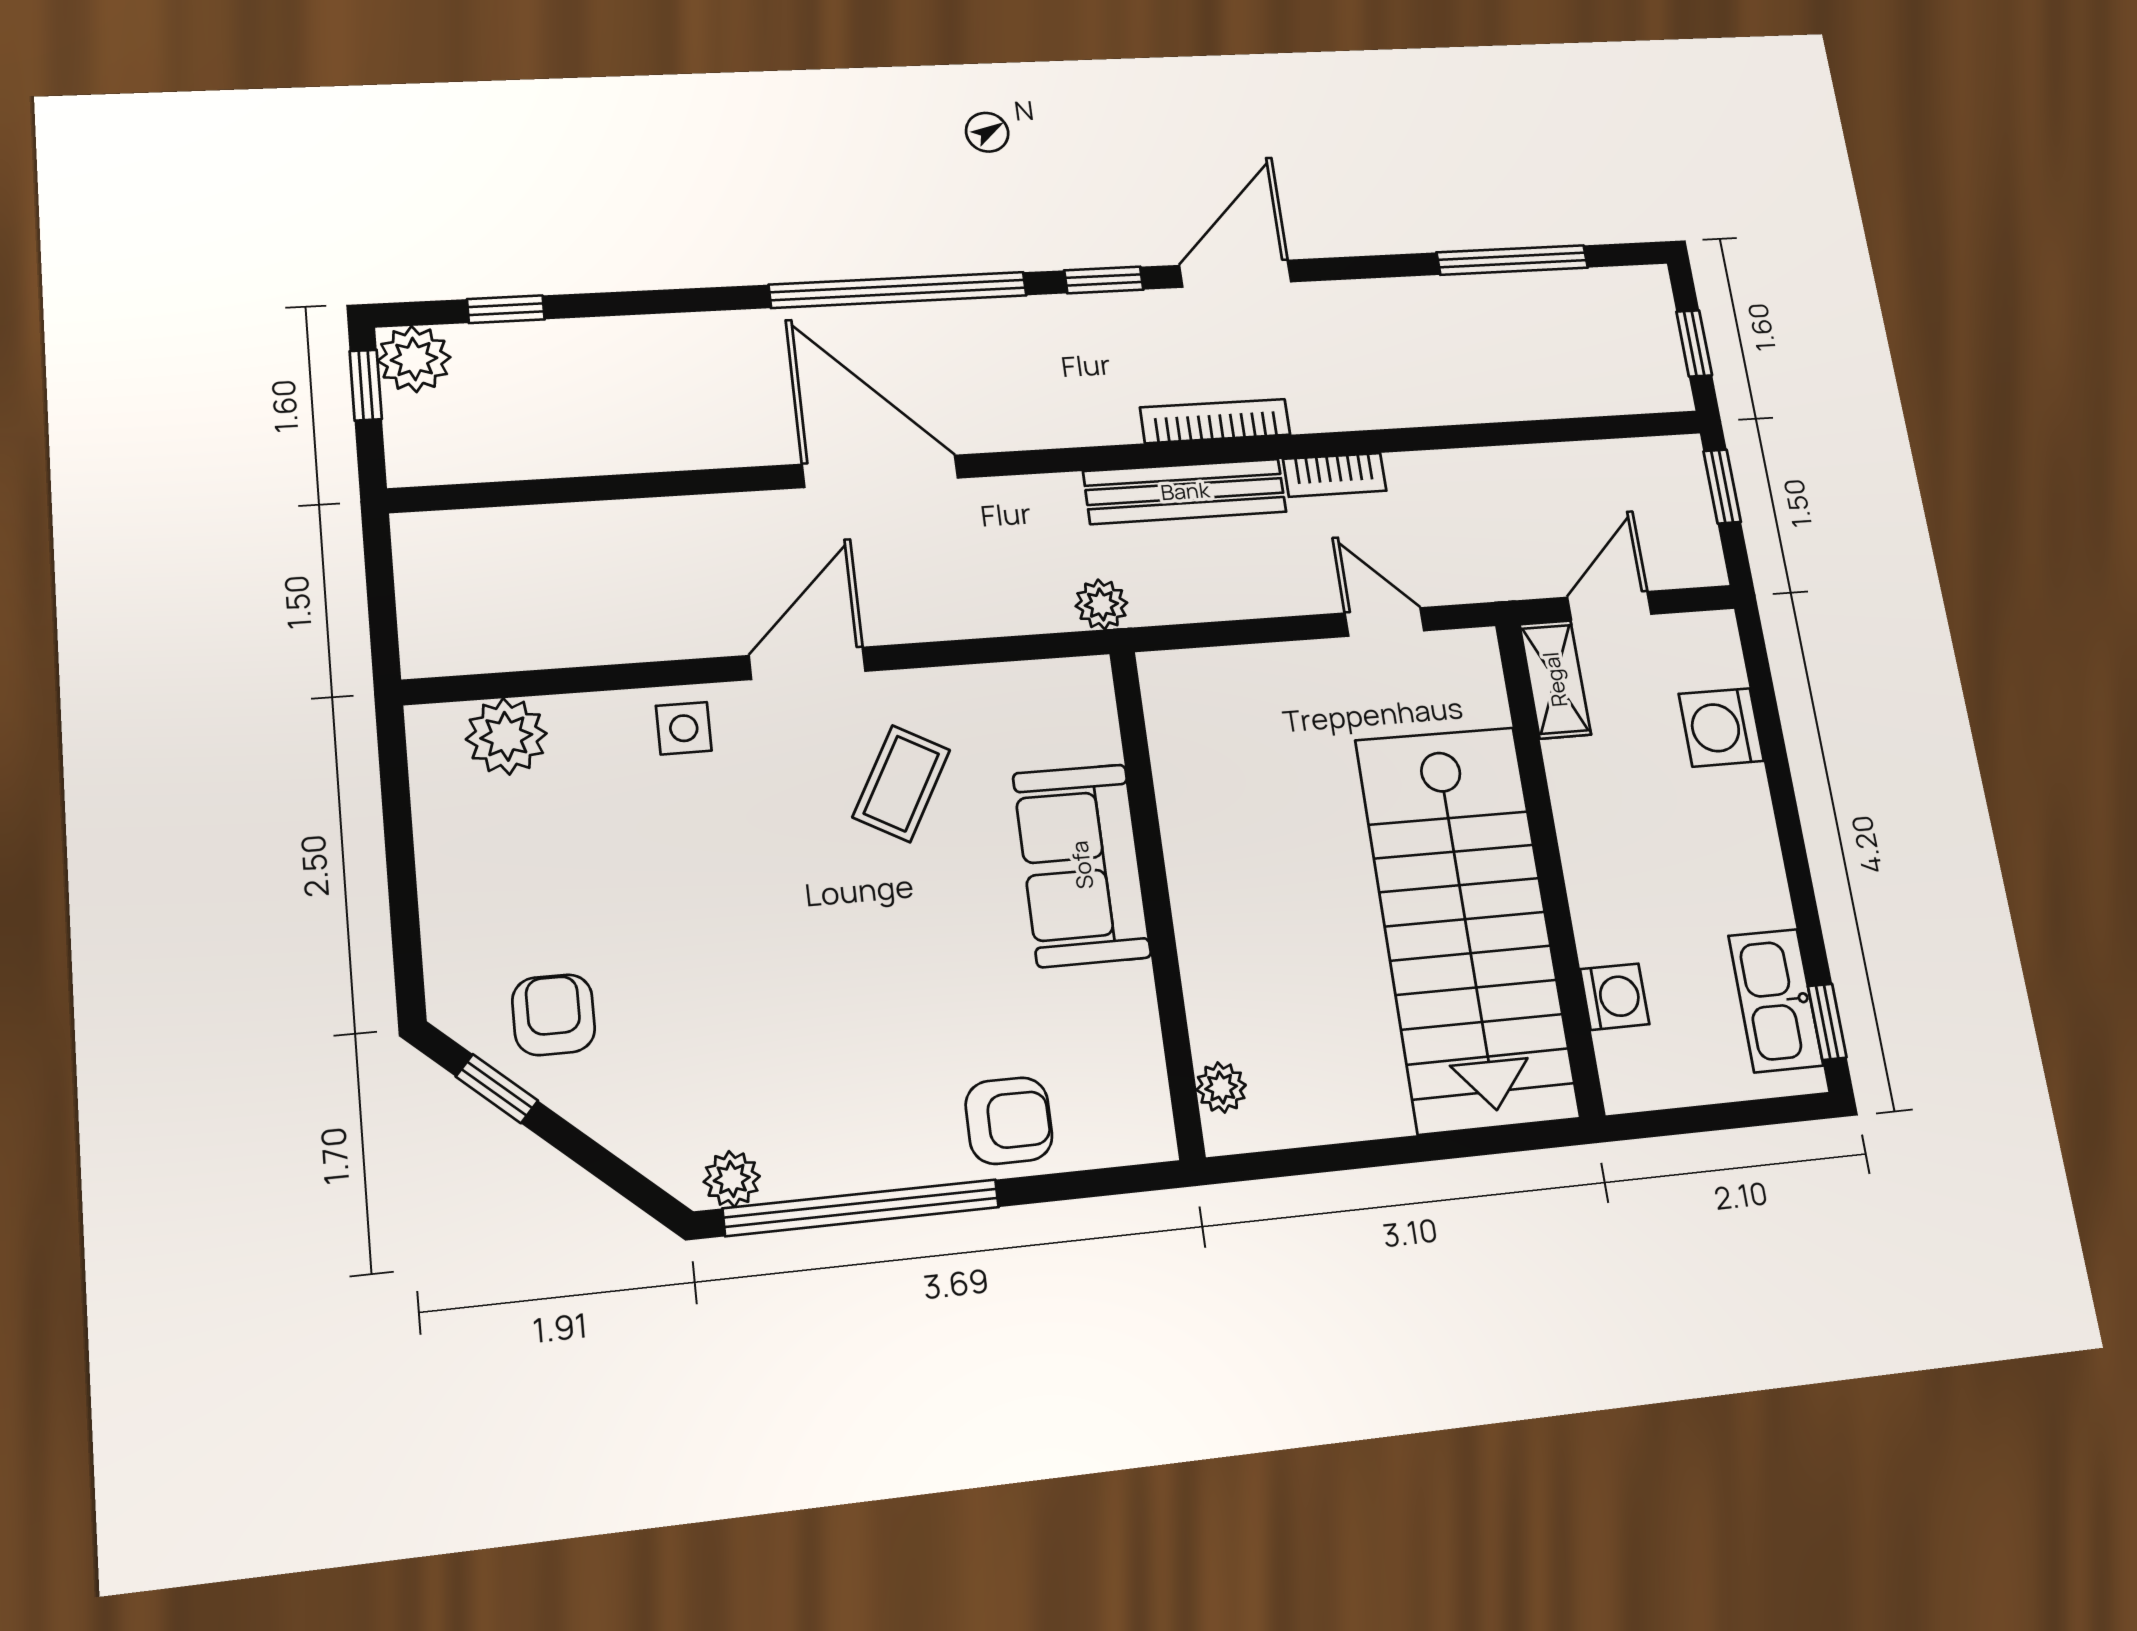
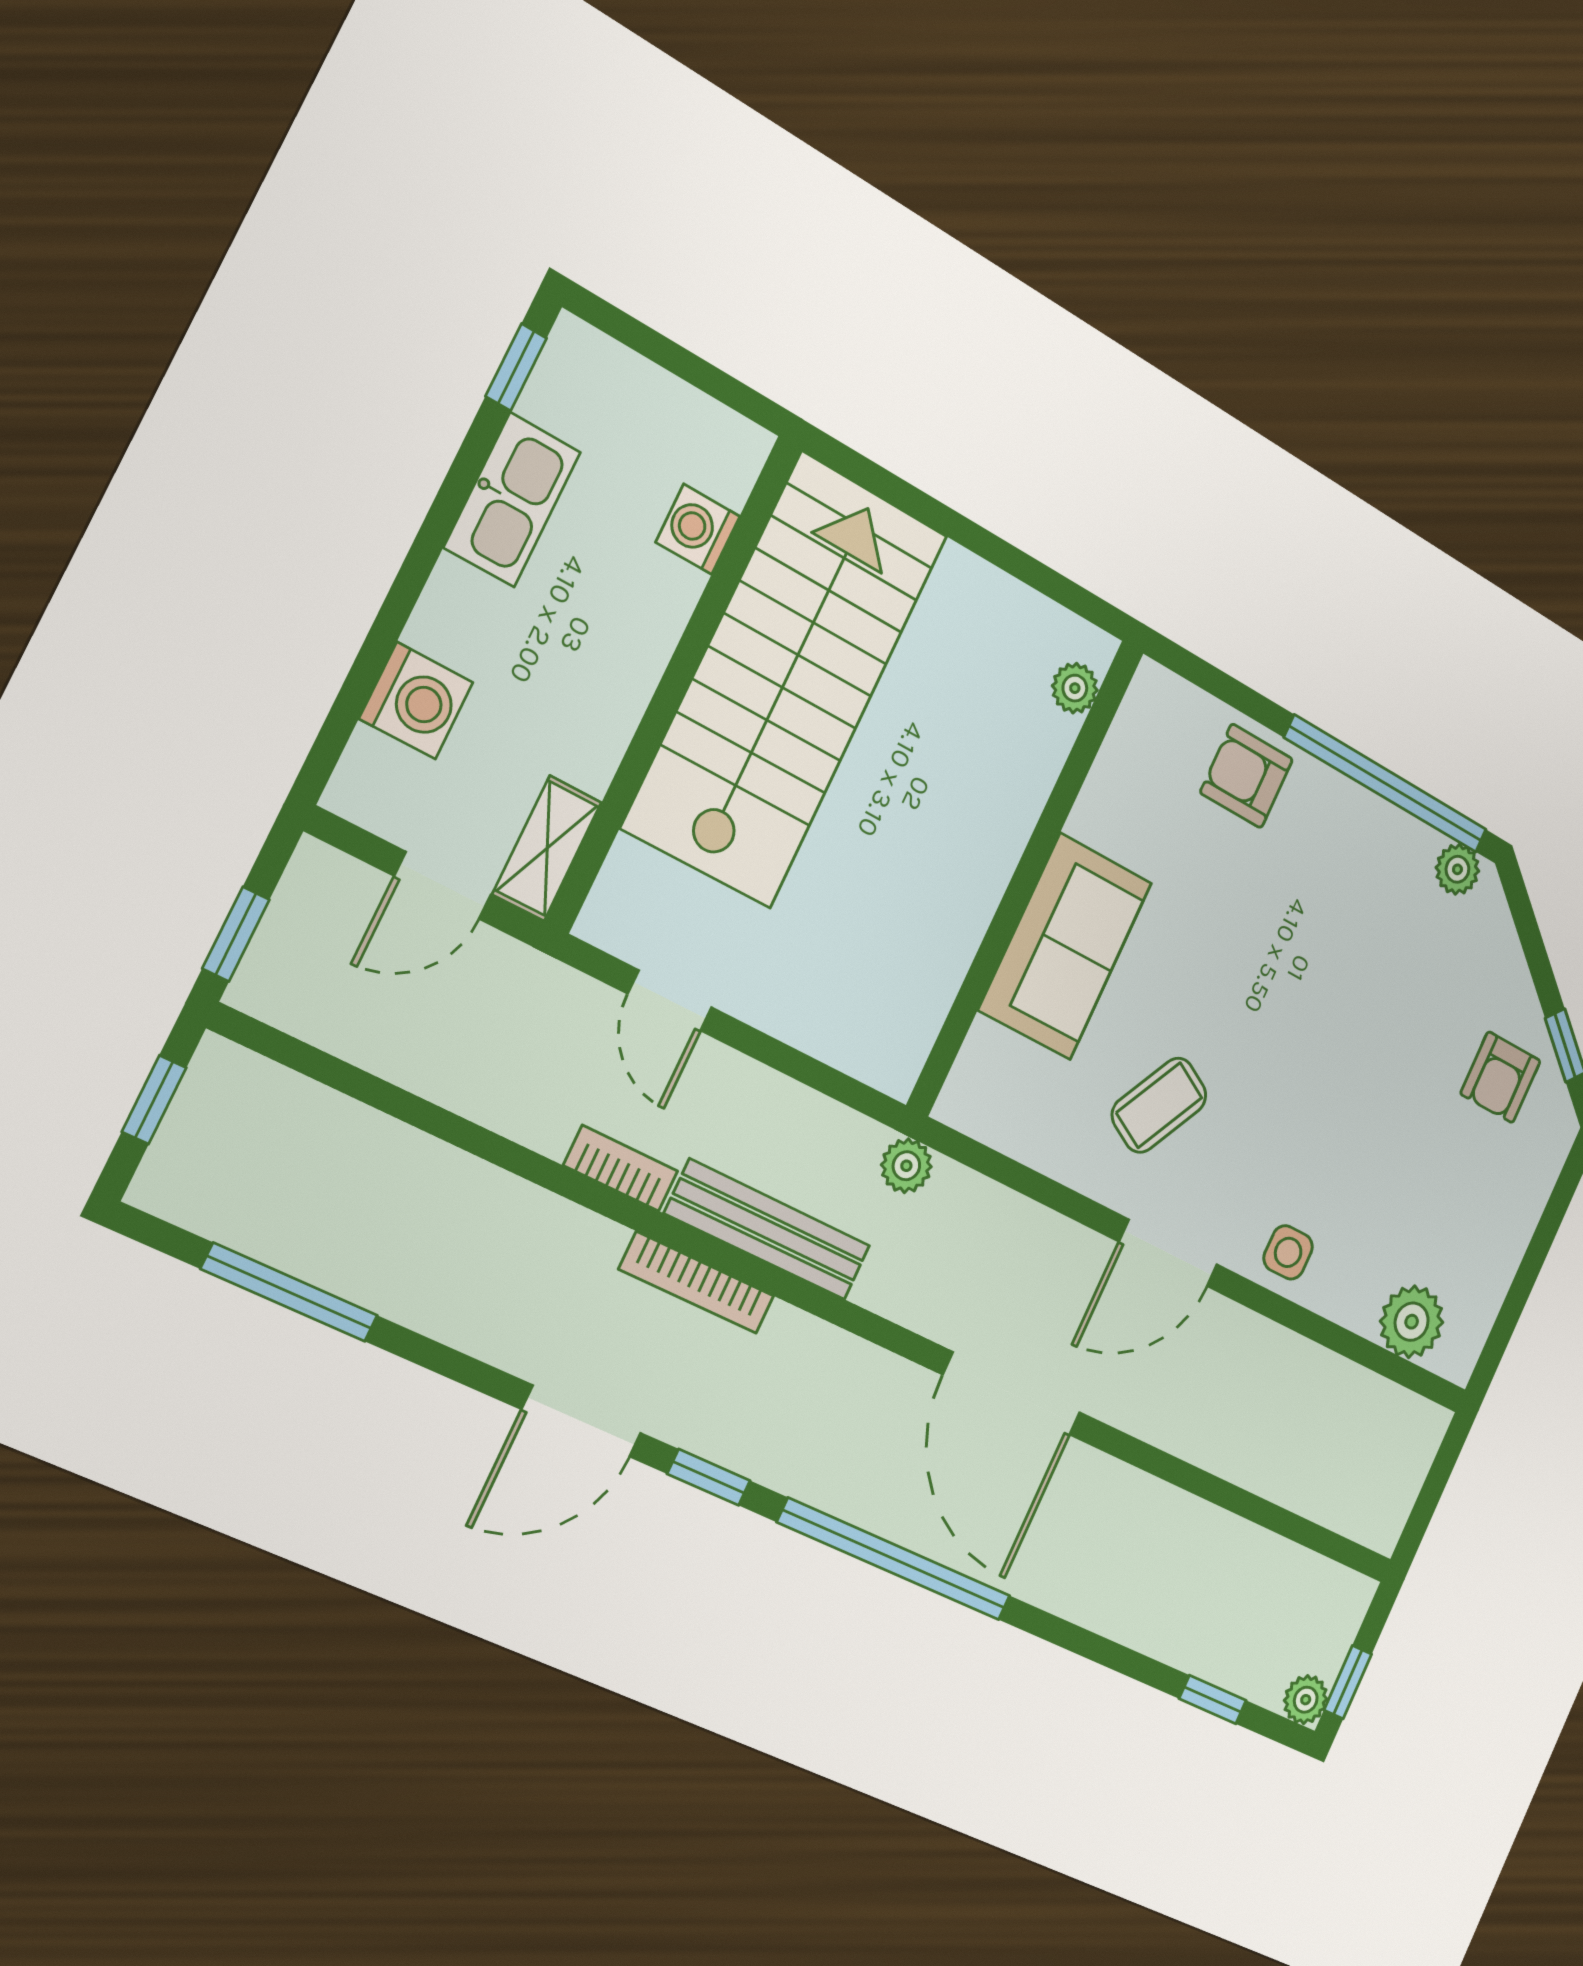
plant: (414, 359) -> (1306, 1700), width x0.73, depth x0.73
kitchen sink: (1776, 1000) -> (512, 500), moved

